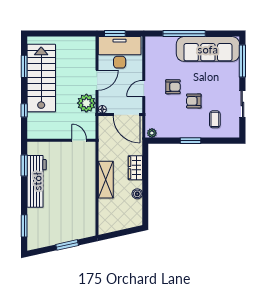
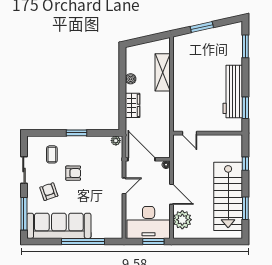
door: (97, 80) -> (171, 194), swing flipped
armchair: (173, 87) -> (49, 192), moved, turned 71
plant: (86, 103) -> (182, 220), moved
shelving: (106, 180) -> (163, 72), moved

